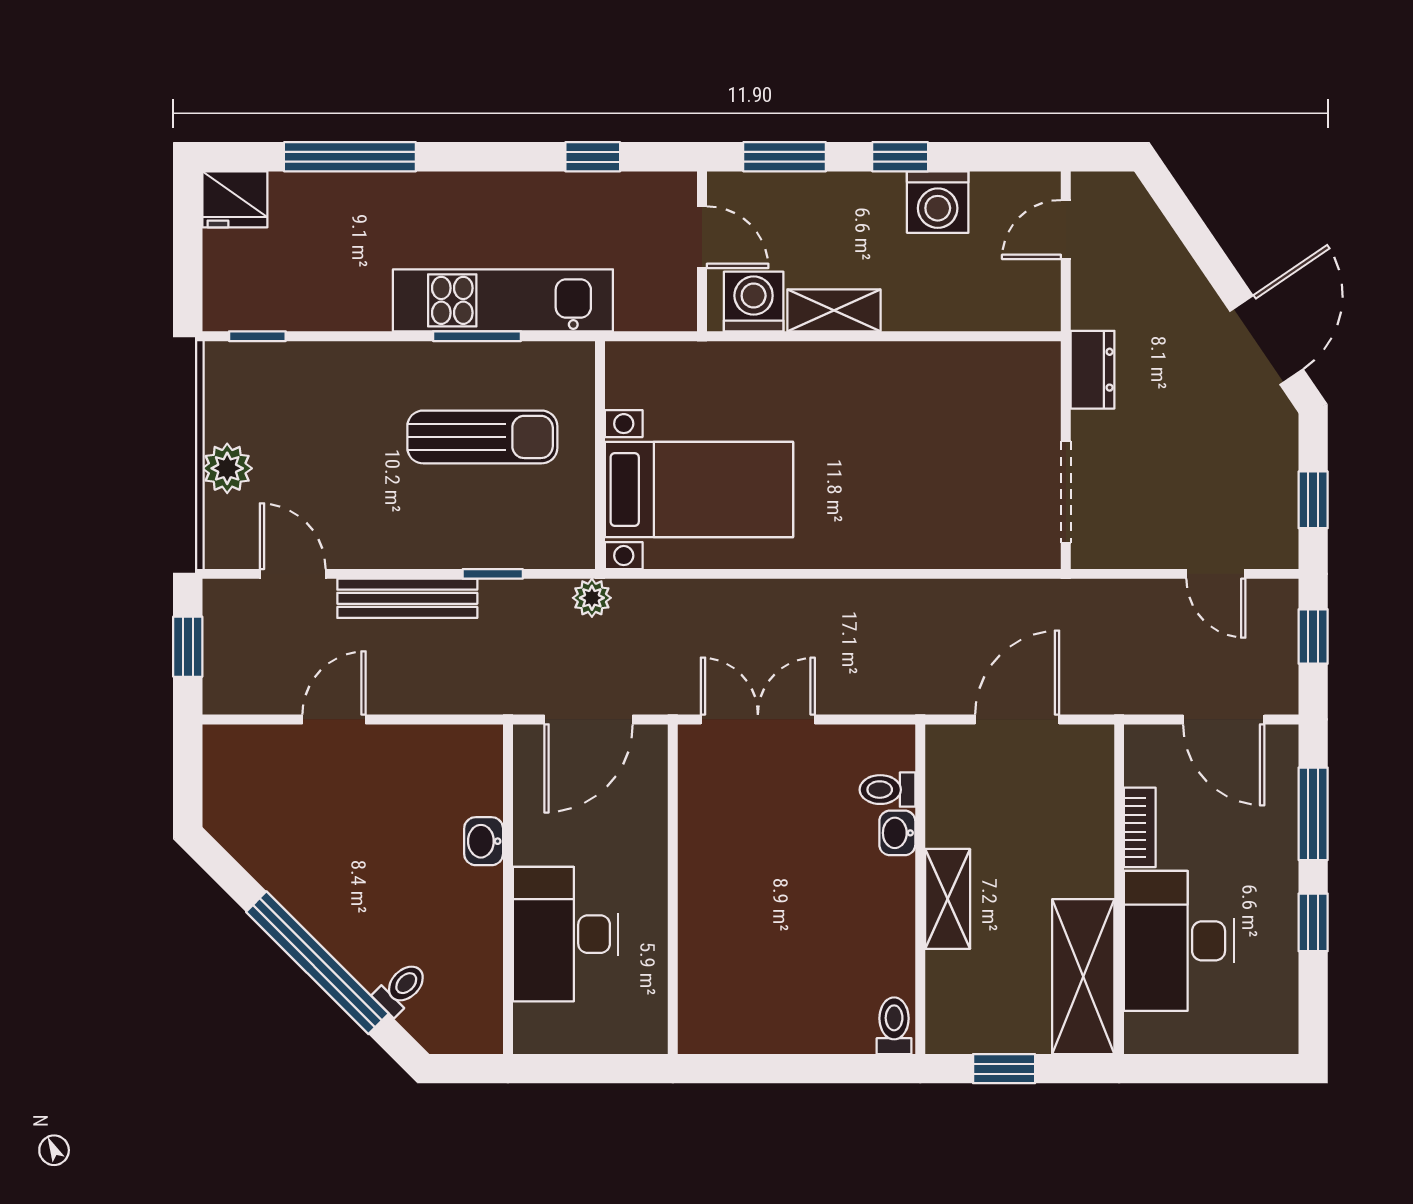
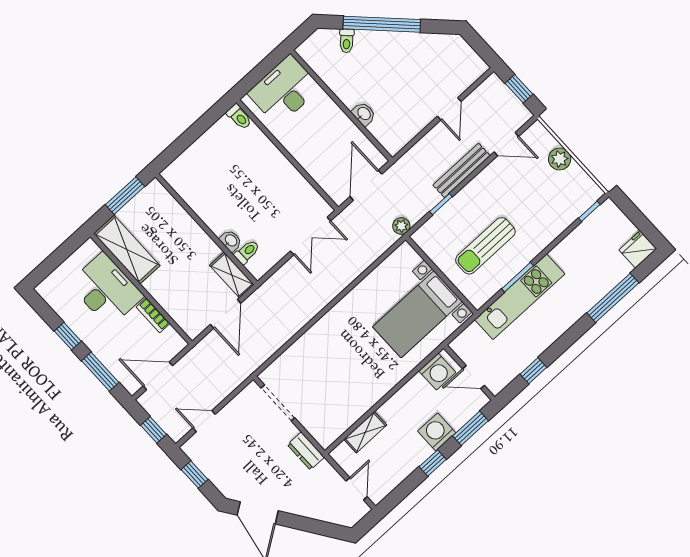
washing machine: (938, 202) -> (437, 432), moved
shelving: (834, 310) -> (365, 432), moved
bed with nightstands: (699, 490) -> (418, 314), moved
shelving: (948, 899) -> (232, 275), moved
desk: (566, 934) -> (284, 90), moved, turned -90
toilet: (894, 1026) -> (239, 117), moved
window: (1004, 1069) -> (125, 196), width x1.50

